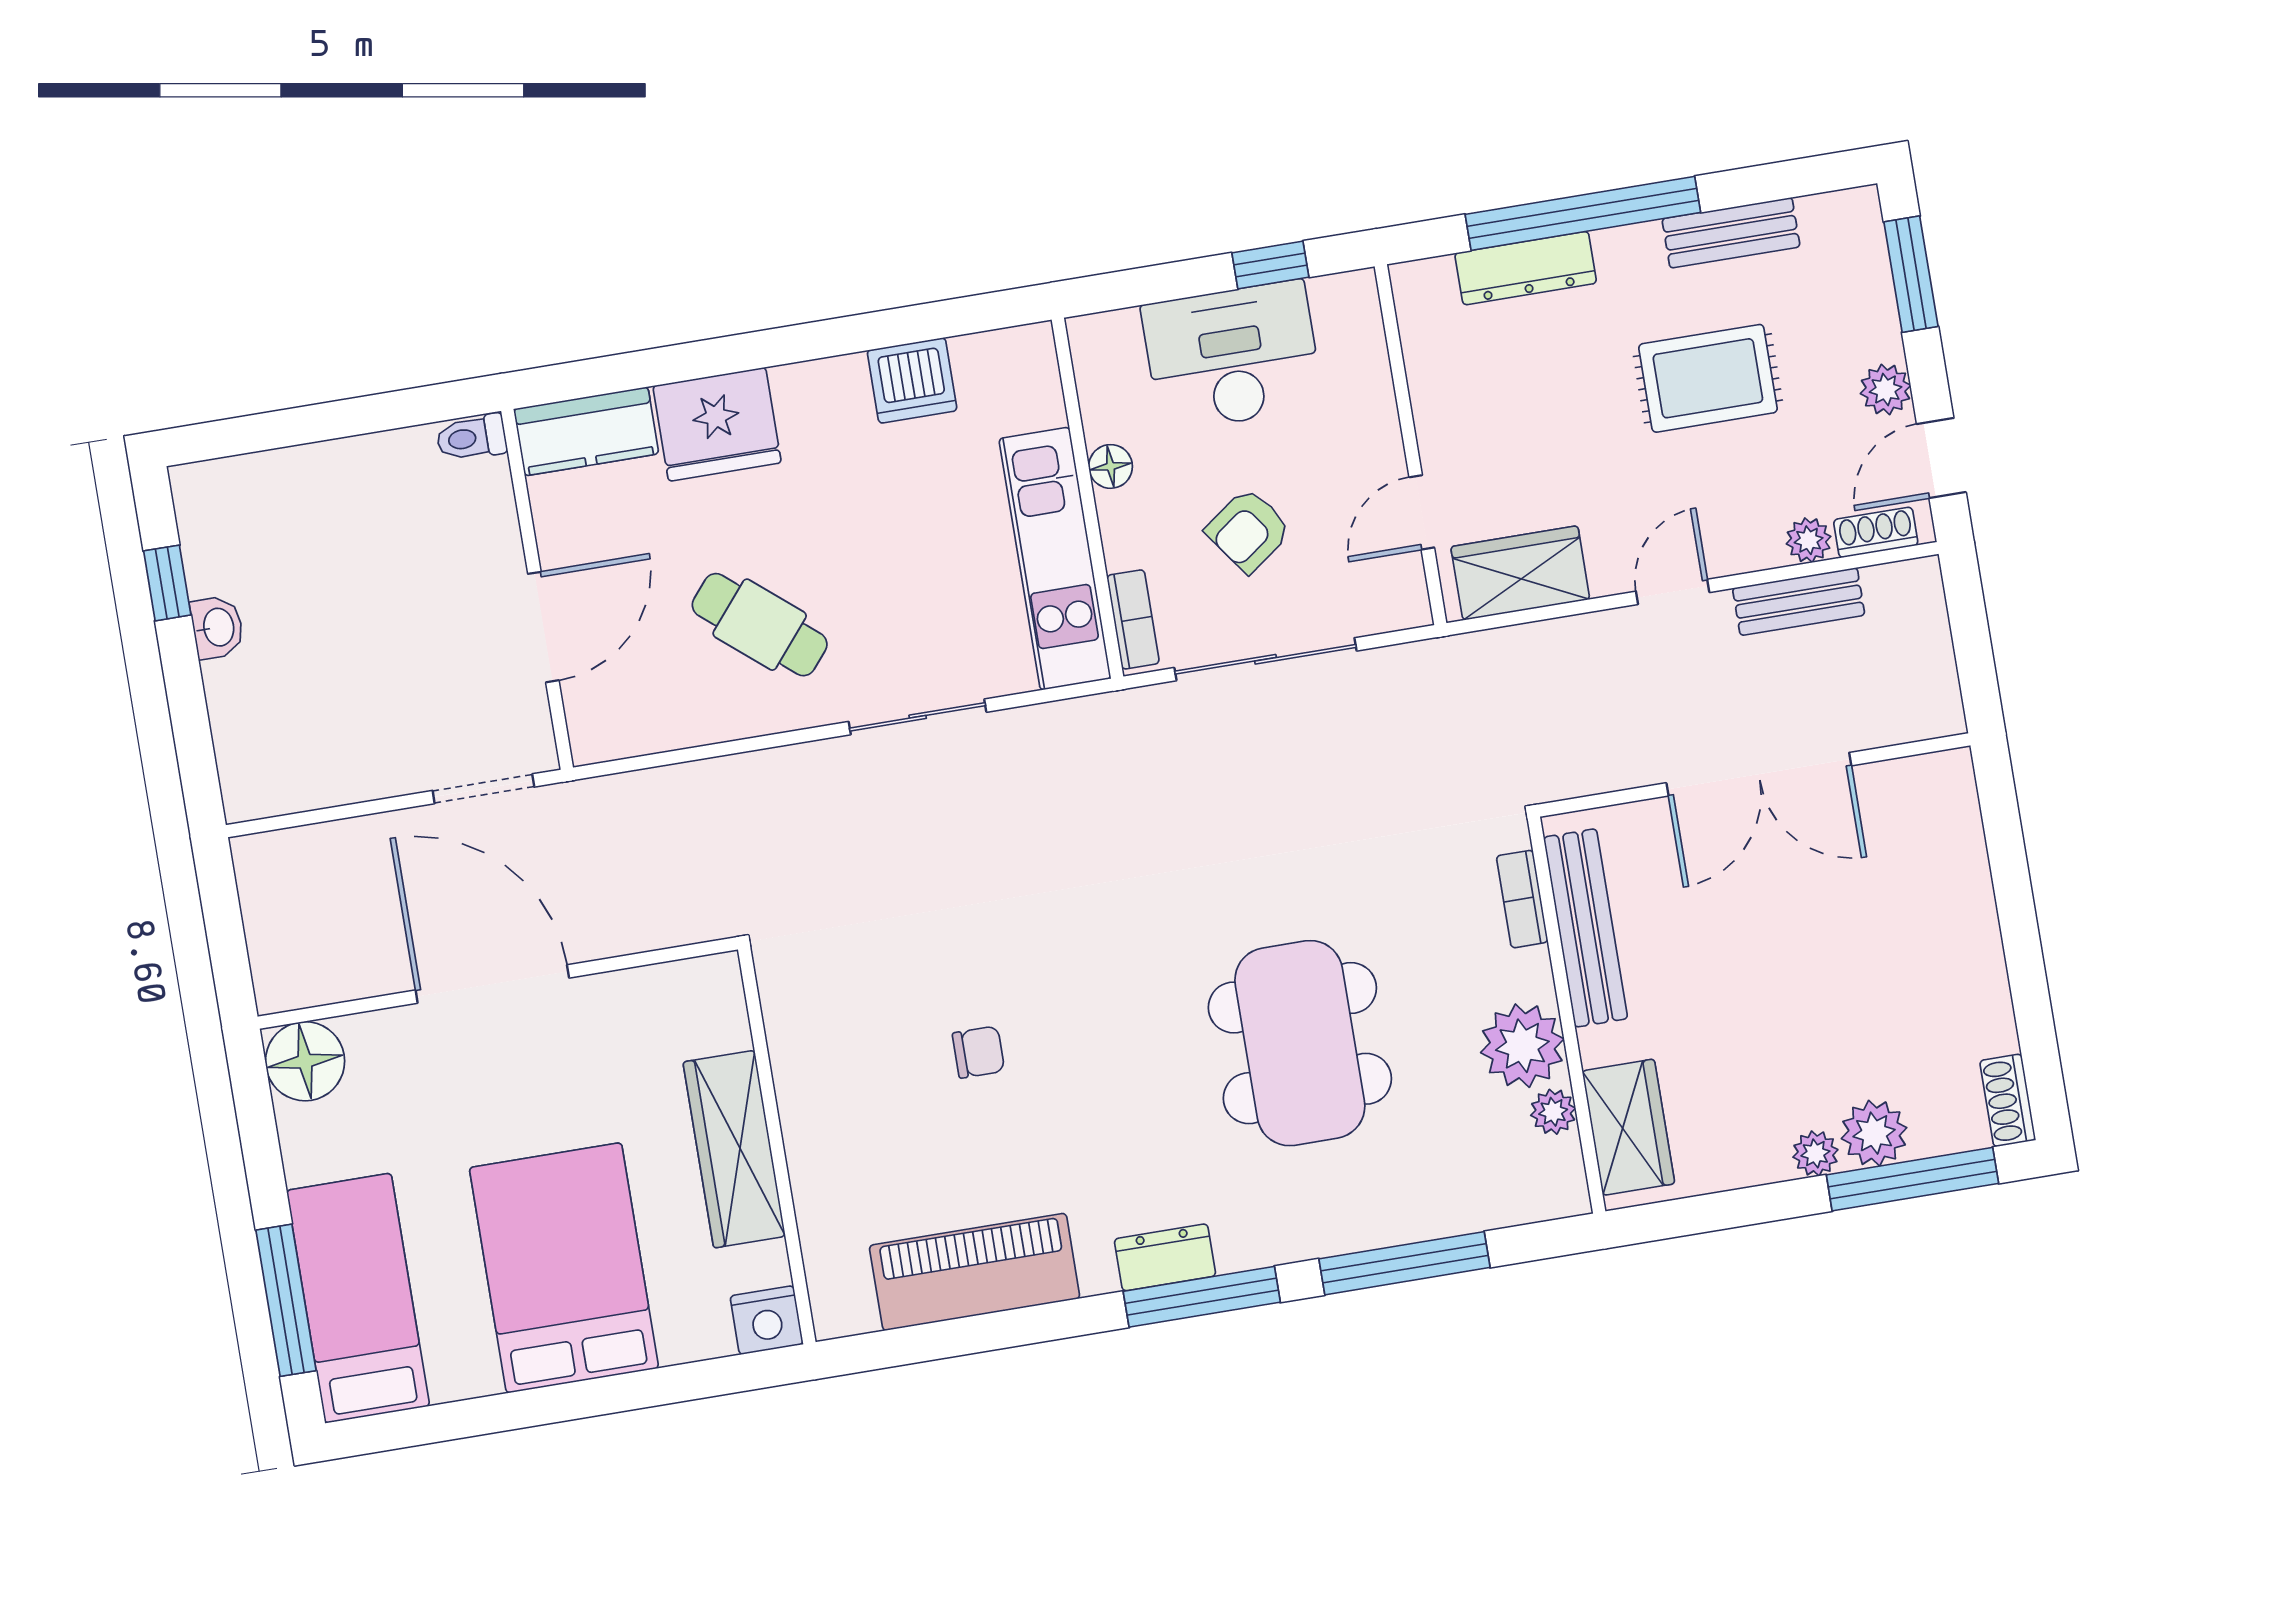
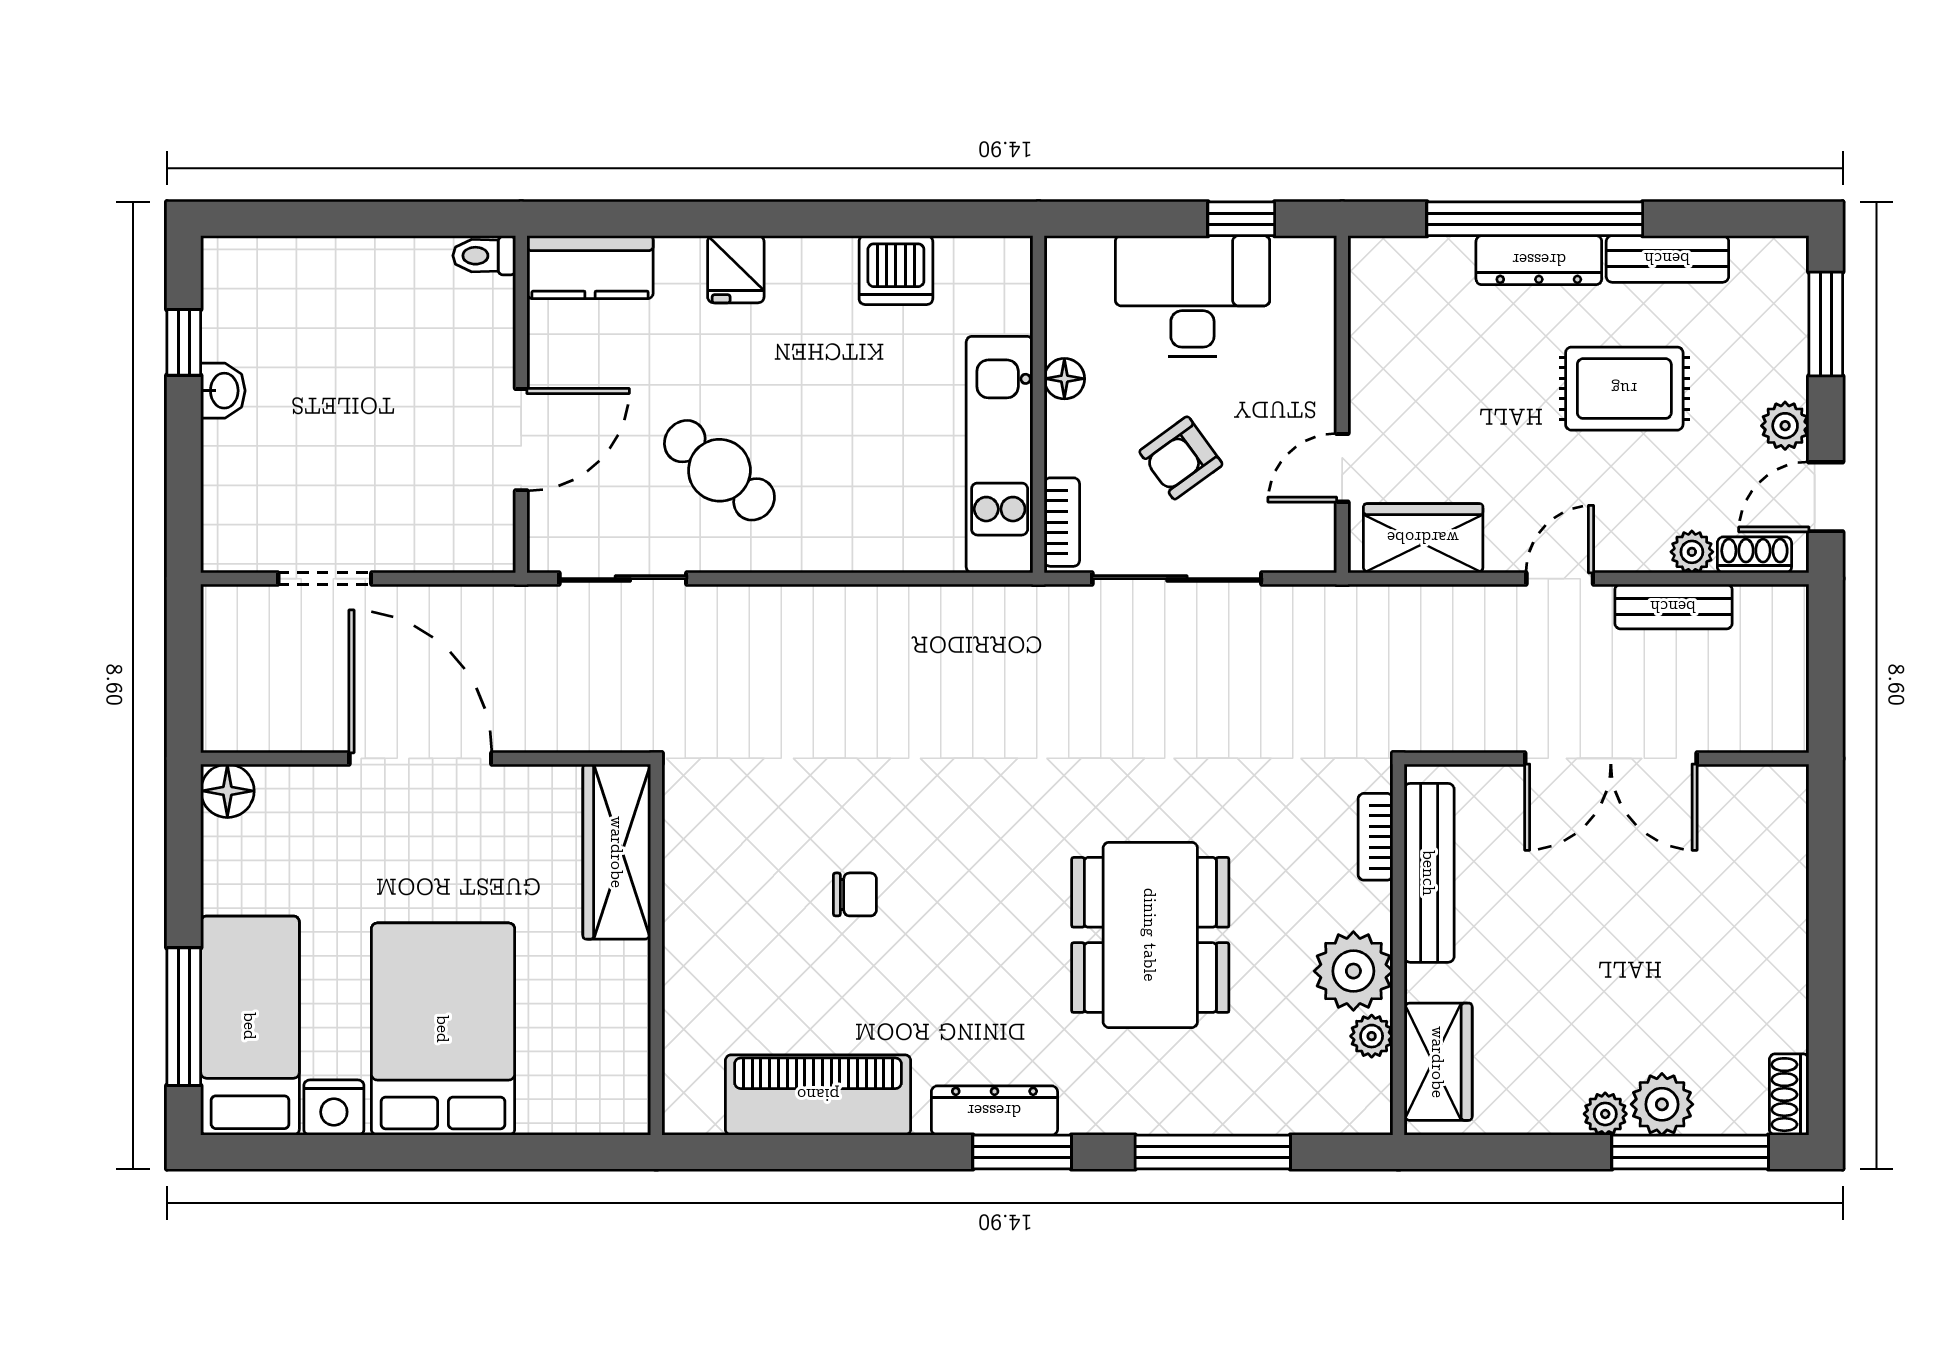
dresser: (1526, 268) -> (1539, 260), moved
fridge: (717, 424) -> (736, 269), width x0.53, depth x0.75
sliding door: (918, 717) -> (623, 579), moved
doorway: (483, 789) -> (325, 579), moved
floor lamp: (305, 1061) -> (227, 791), width x0.73, depth x0.73
wardrobe: (734, 1149) -> (617, 852), moved
dresser: (1165, 1257) -> (994, 1111), width x1.44
window: (1202, 1297) -> (1022, 1152), width x0.69
nightstand: (767, 1320) -> (334, 1108), moved

